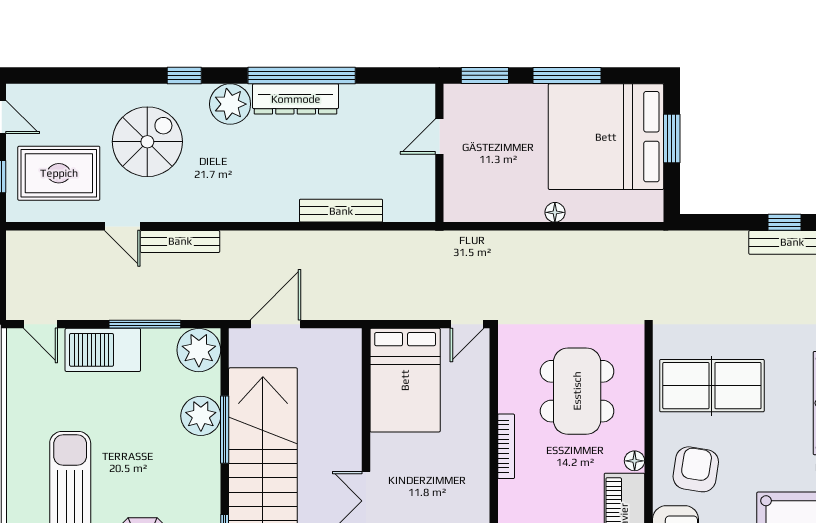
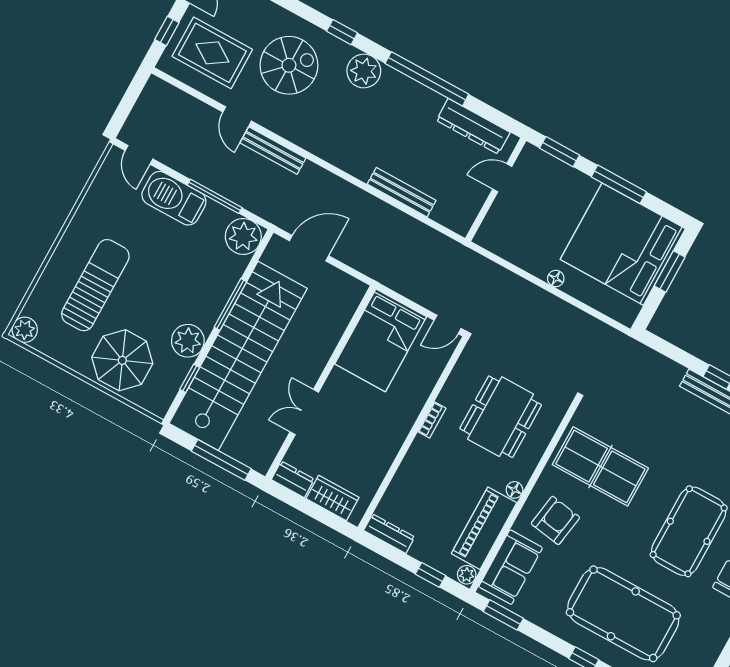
dresser: (296, 99) -> (473, 126), moved
plant: (201, 416) -> (188, 341), moved
bookcase: (506, 446) -> (432, 420), width x0.64

